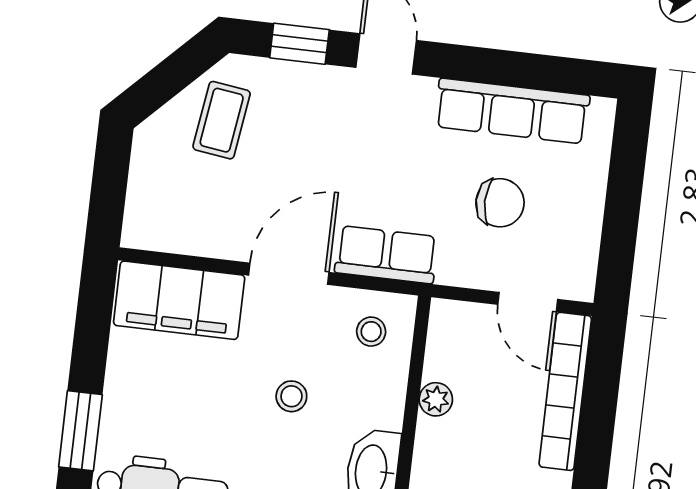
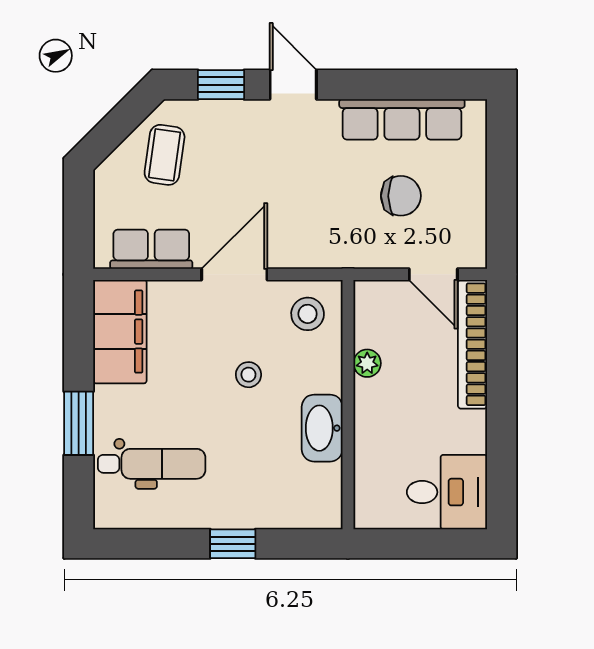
row of seats: (386, 255) -> (151, 249), moved
filing cabinet: (179, 300) -> (120, 332), moved, turned -90
stool: (371, 332) -> (308, 314), width x1.37, depth x1.37

